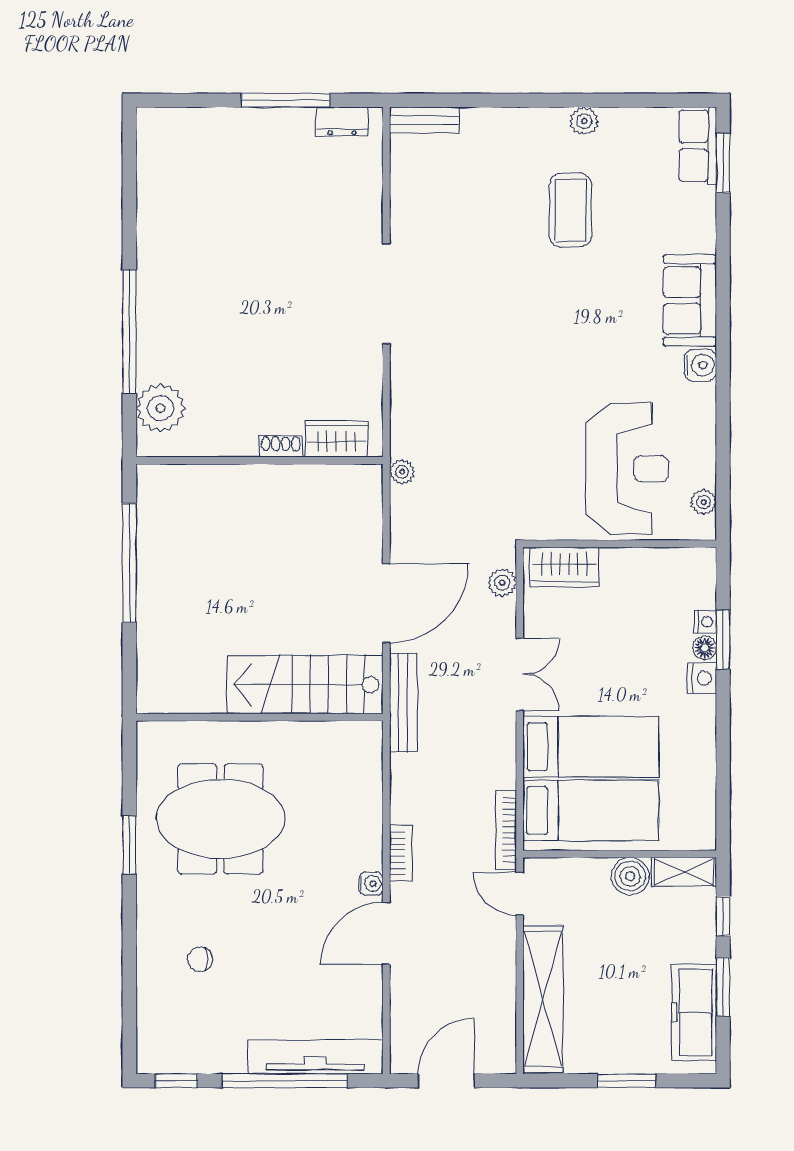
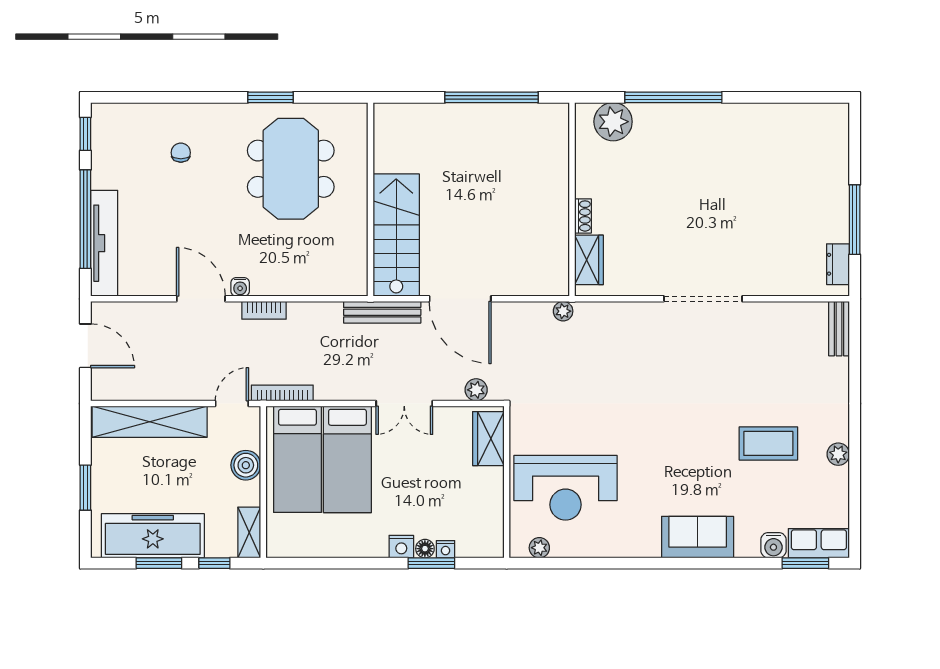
water cooler: (700, 365) -> (773, 545), moved
boiler: (630, 876) -> (246, 465), moved
freezer: (694, 1012) -> (153, 536), width x1.36, depth x1.26

